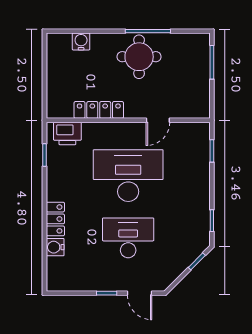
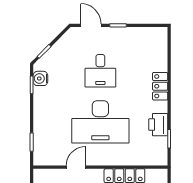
printer: (67, 133) -> (158, 125), moved, turned -90
desk: (128, 238) -> (100, 71), width x0.73
water cooler: (55, 247) -> (40, 78), moved, turned 180

